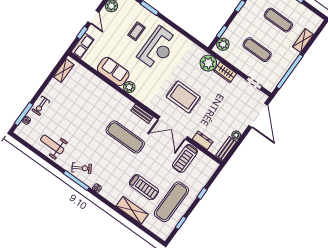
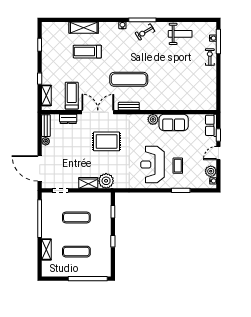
door: (93, 17) -> (218, 153), hinge flipped
plant: (223, 44) -> (105, 203), removed
shelving: (64, 71) -> (46, 95), moved
exercise mat: (171, 202) -> (58, 55), removed

